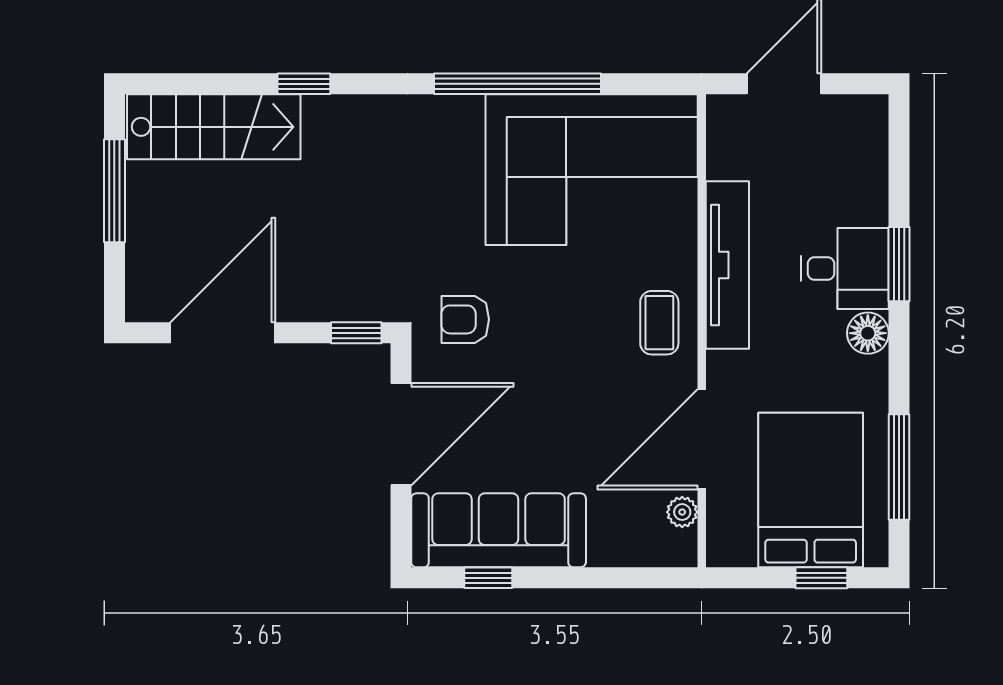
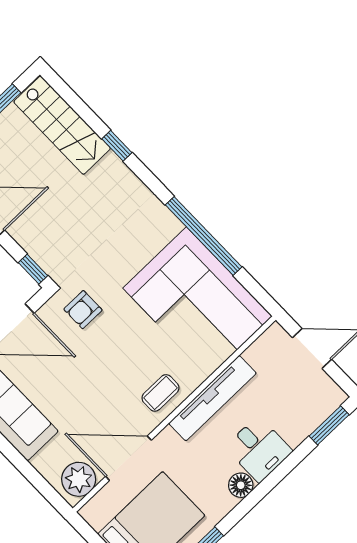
window: (899, 264) -> (329, 425), moved
armchair: (465, 319) -> (83, 310), turned -90
plant: (682, 512) -> (79, 479), width x1.87, depth x1.87

